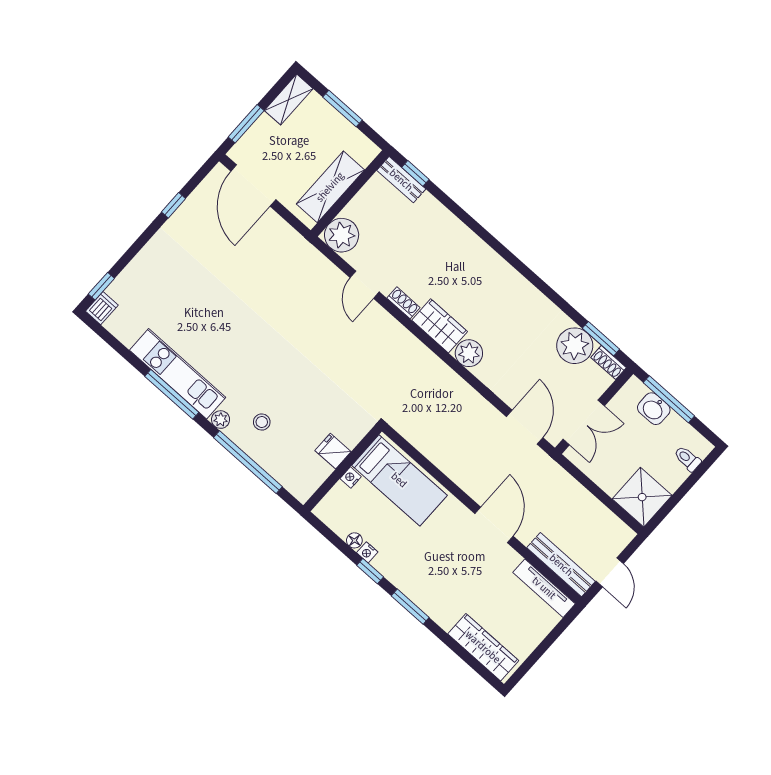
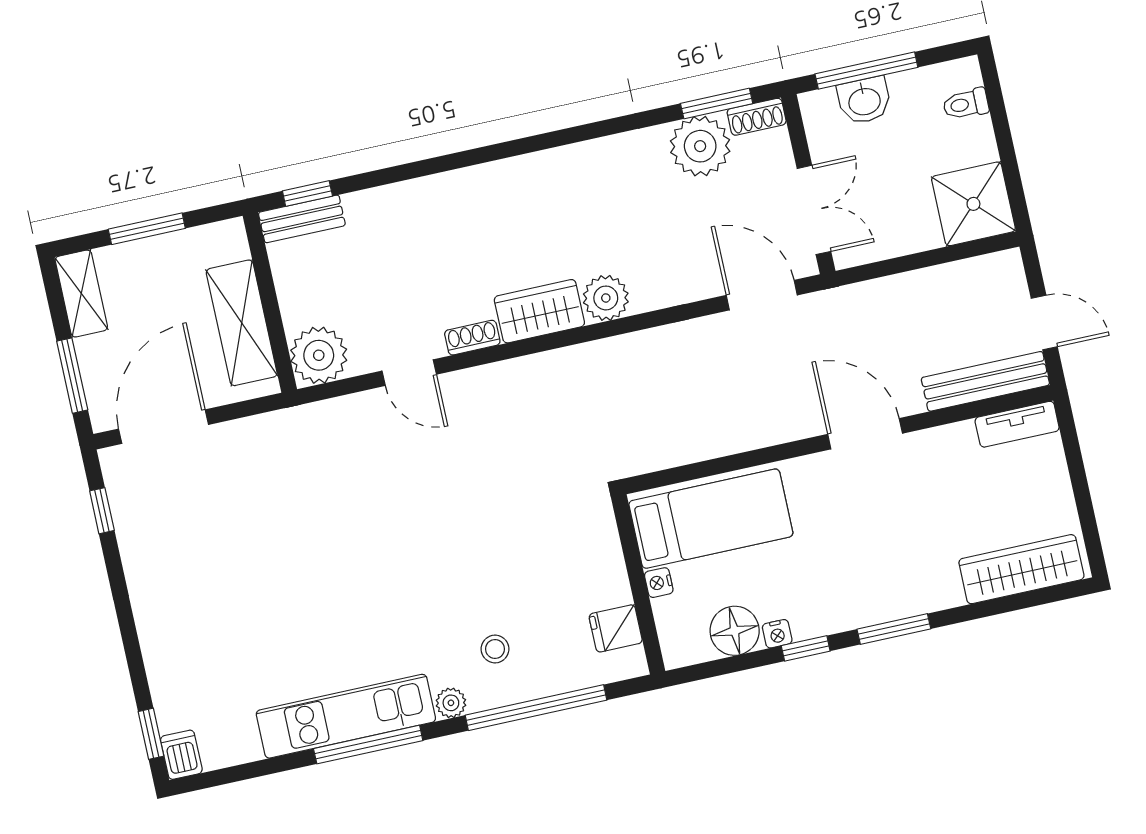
door: (253, 185) -> (163, 427), swing flipped
window: (174, 205) -> (102, 511), moved
fridge: (333, 451) -> (616, 628), moved
floor lamp: (354, 540) -> (735, 631), width x1.89, depth x1.89
tv unit: (544, 588) -> (1017, 424), width x0.71

